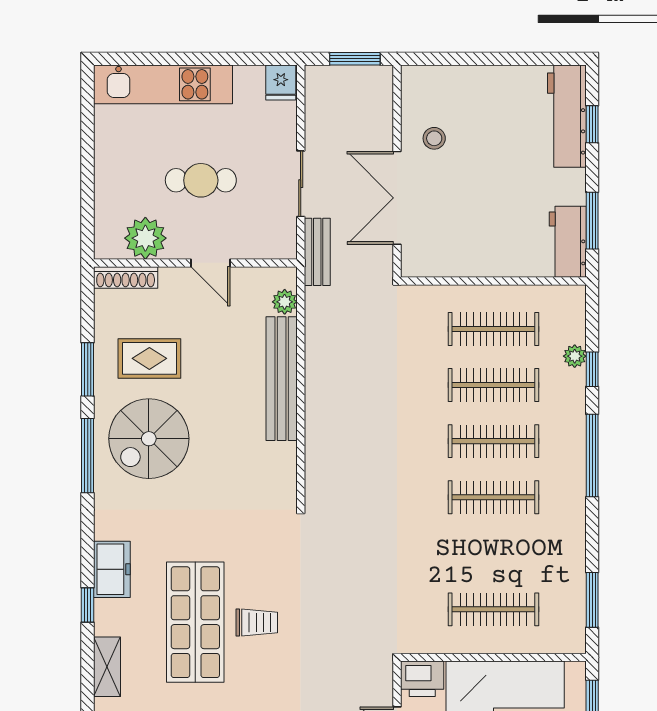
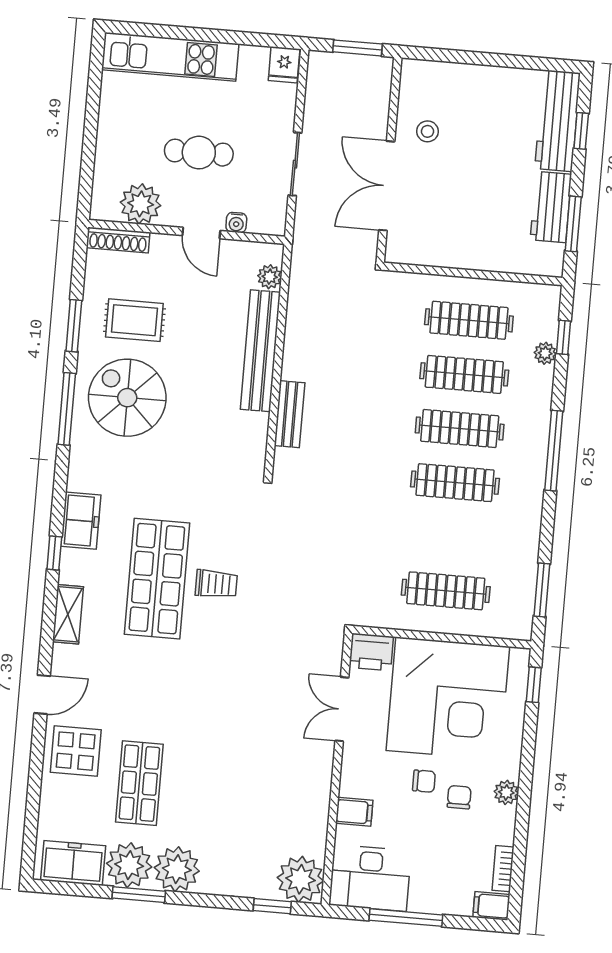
workbench: (568, 242) -> (551, 207), moved
water cooler: (246, 249) -> (236, 223), added
bench: (317, 252) -> (290, 414), moved
window: (592, 369) -> (563, 337), moved
spiral stairs: (149, 439) -> (127, 398), turned 90

